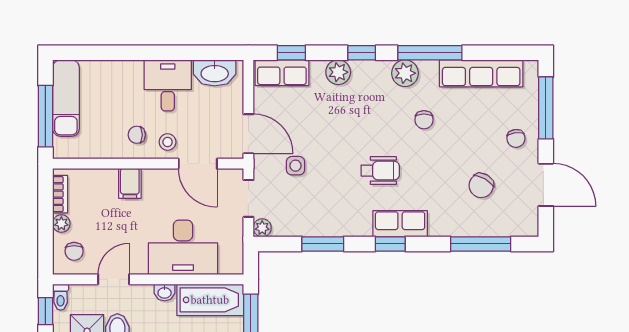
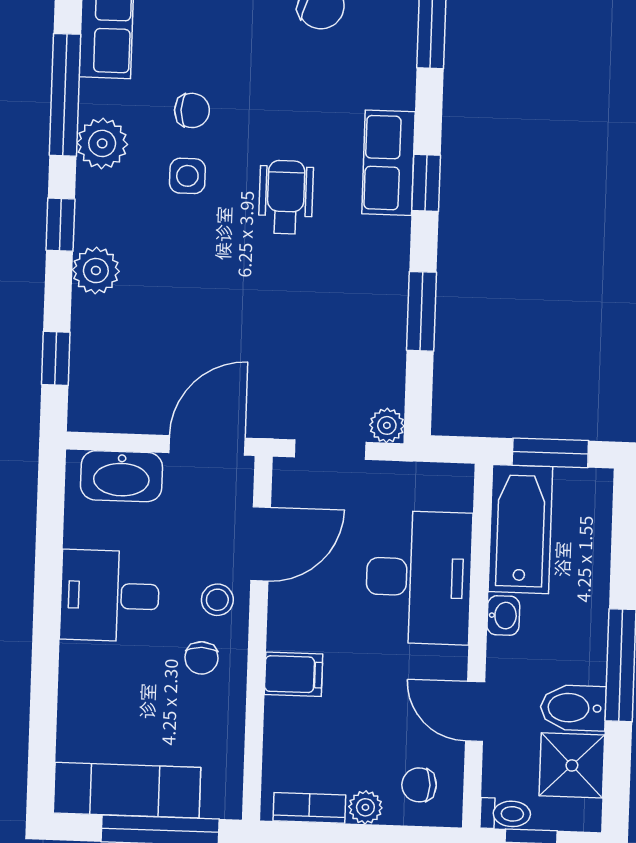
washbasin: (215, 73) -> (121, 476), moved, turned 90
row of seats: (282, 73) -> (93, 378), removed
side table: (296, 166) -> (187, 176), moved
chair: (74, 251) -> (419, 785), turned 180

